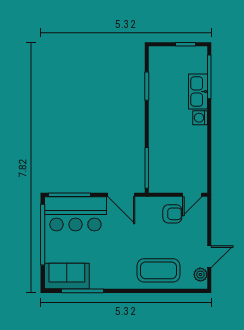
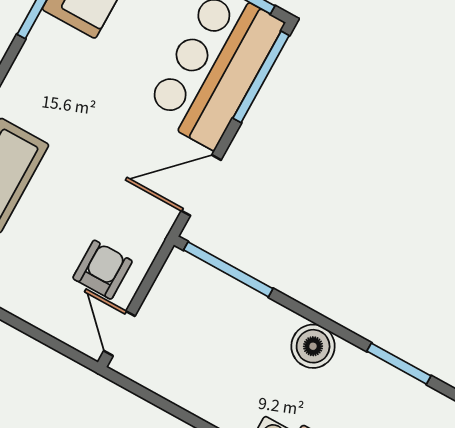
boiler: (158, 121) -> (313, 346), added
armchair: (172, 214) -> (103, 270), turned 180

